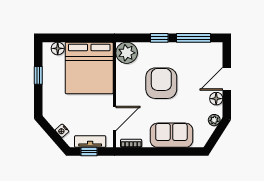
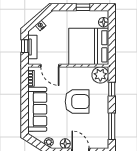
window: (159, 38) -> (112, 89), moved
sofa: (171, 135) -> (37, 109), width x1.36

